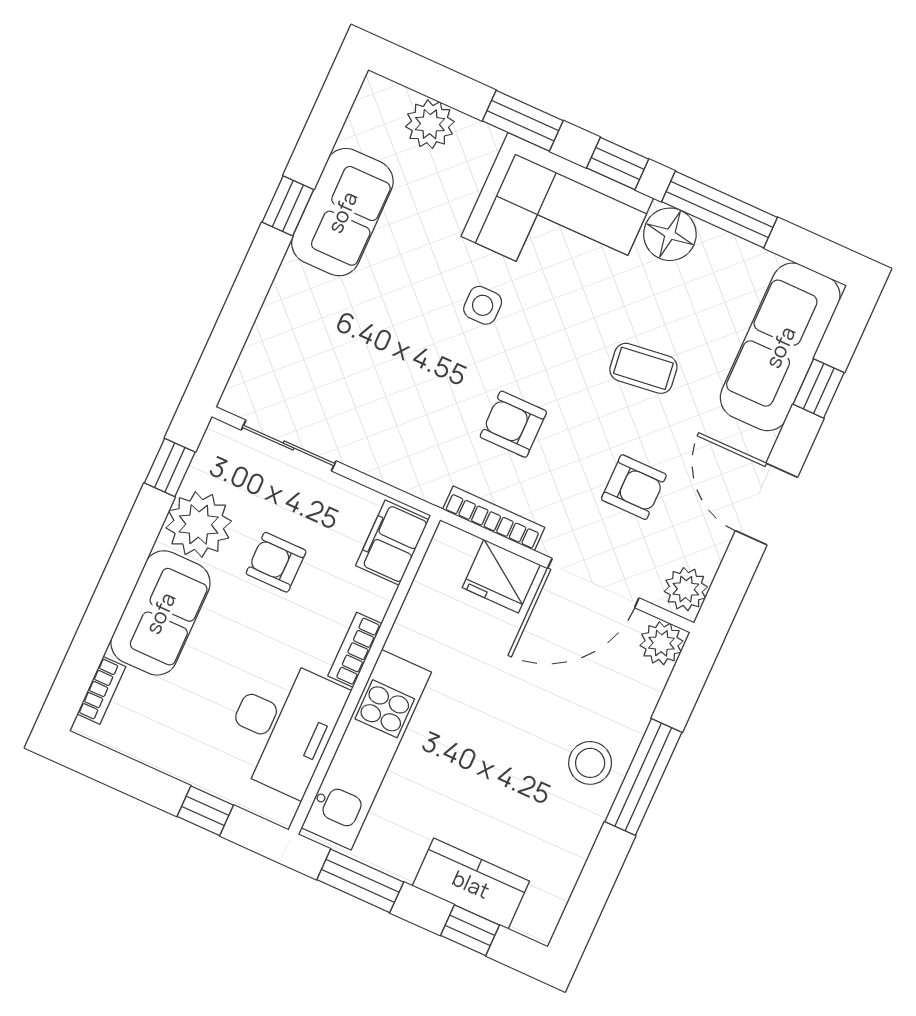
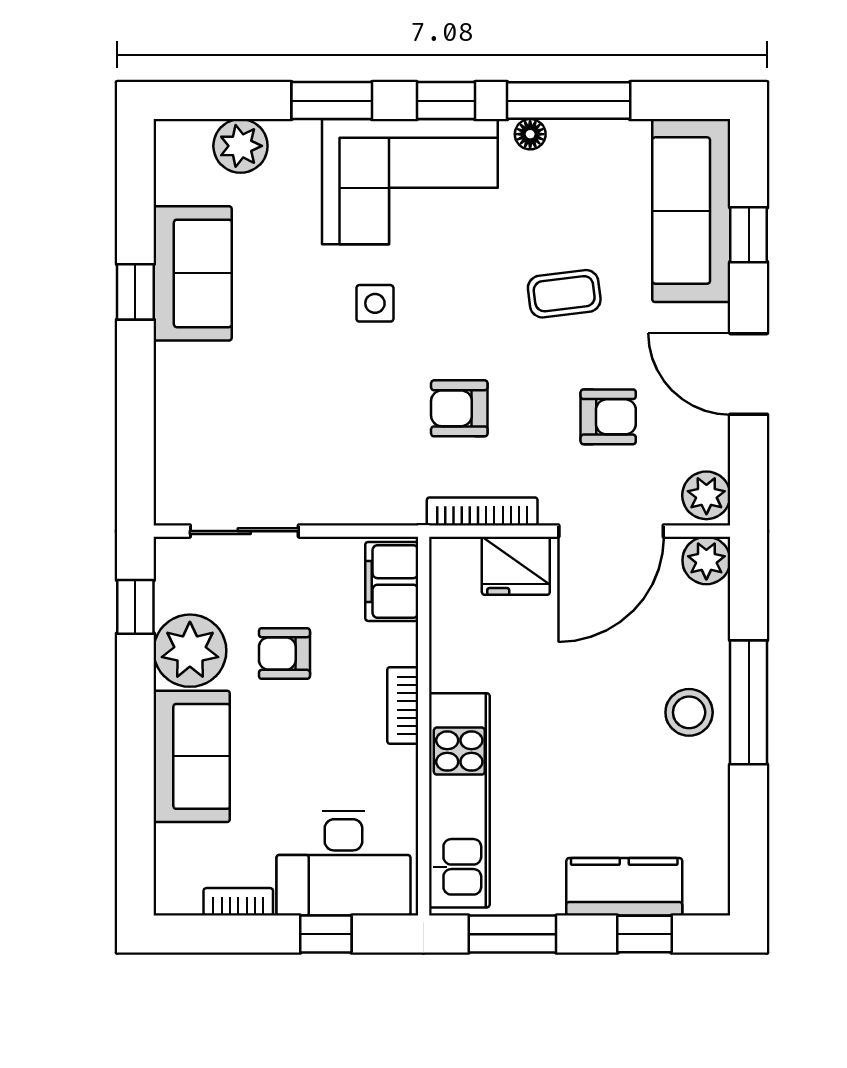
floor lamp: (670, 234) -> (530, 134), width x0.53, depth x0.53
bookcase: (101, 690) -> (238, 902), moved, turned -90
desk: (283, 726) -> (343, 863), moved, turned 90

